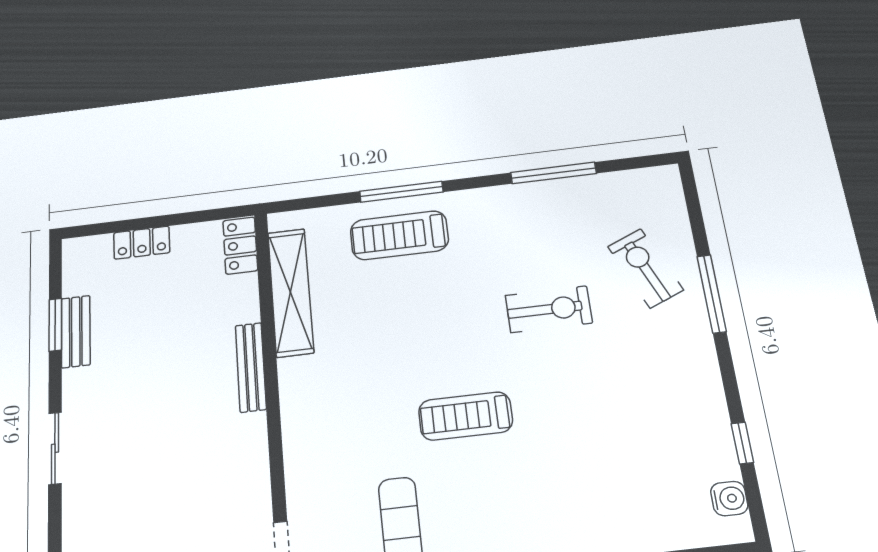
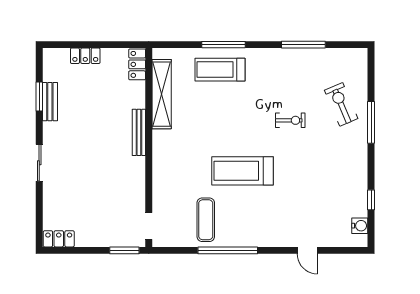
exercise bike: (549, 309) -> (290, 120), width x0.73, depth x0.72
treadmill: (466, 416) -> (242, 171), width x1.37, depth x1.38

